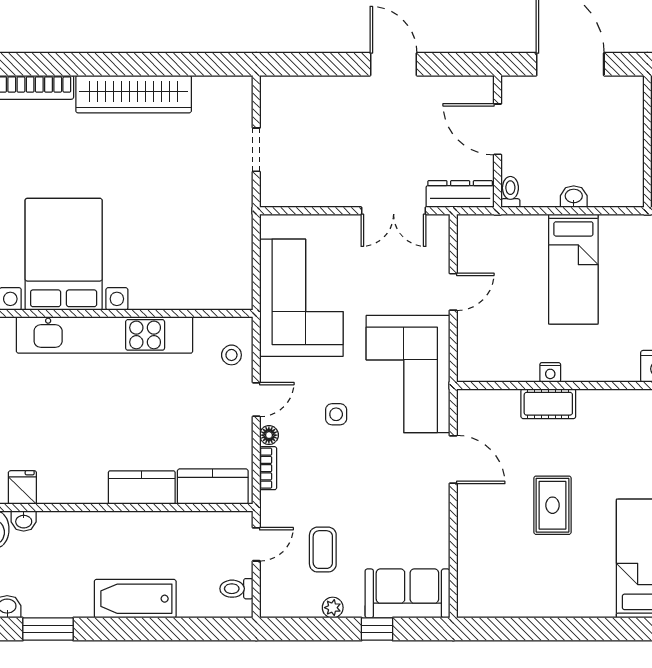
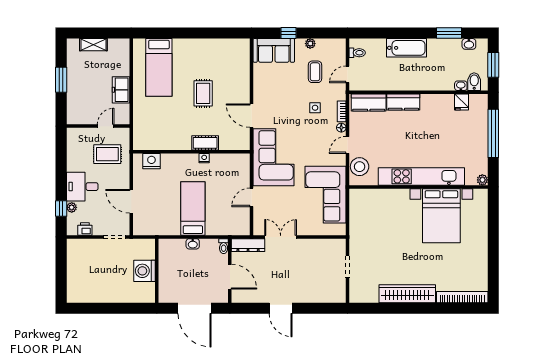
stool: (231, 355) -> (360, 167), width x1.89, depth x1.89
side table: (336, 414) -> (315, 108), moved

